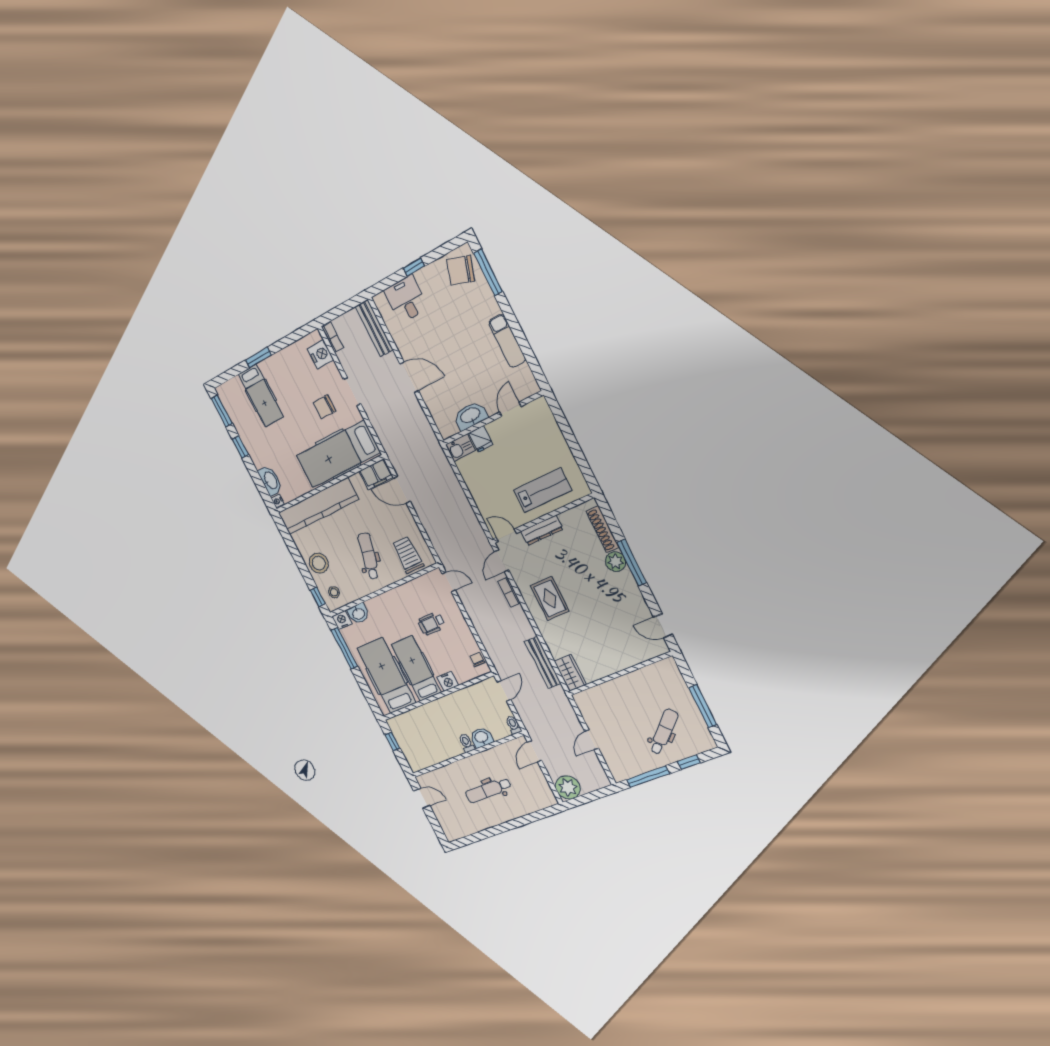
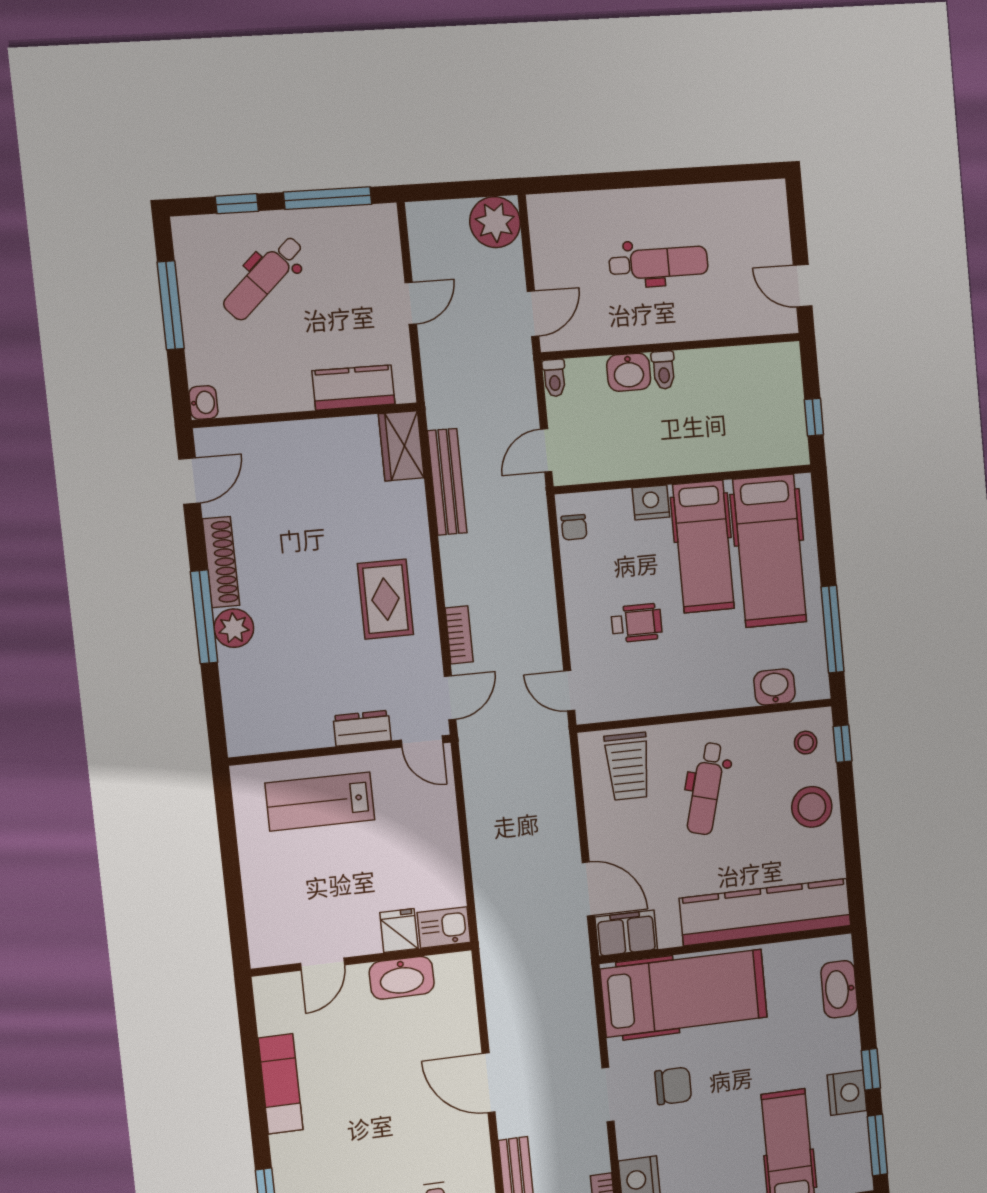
nightstand: (278, 501) -> (847, 1093), moved, width x1.89, depth x1.79
shoe rack: (603, 529) -> (221, 562), moved
dresser: (542, 530) -> (362, 728), width x0.70
nightstand: (342, 620) -> (813, 685), removed
door: (663, 626) -> (189, 481), hinge flipped
washbasin: (670, 665) -> (203, 403), added
kitchen counter: (603, 693) -> (353, 388), added

